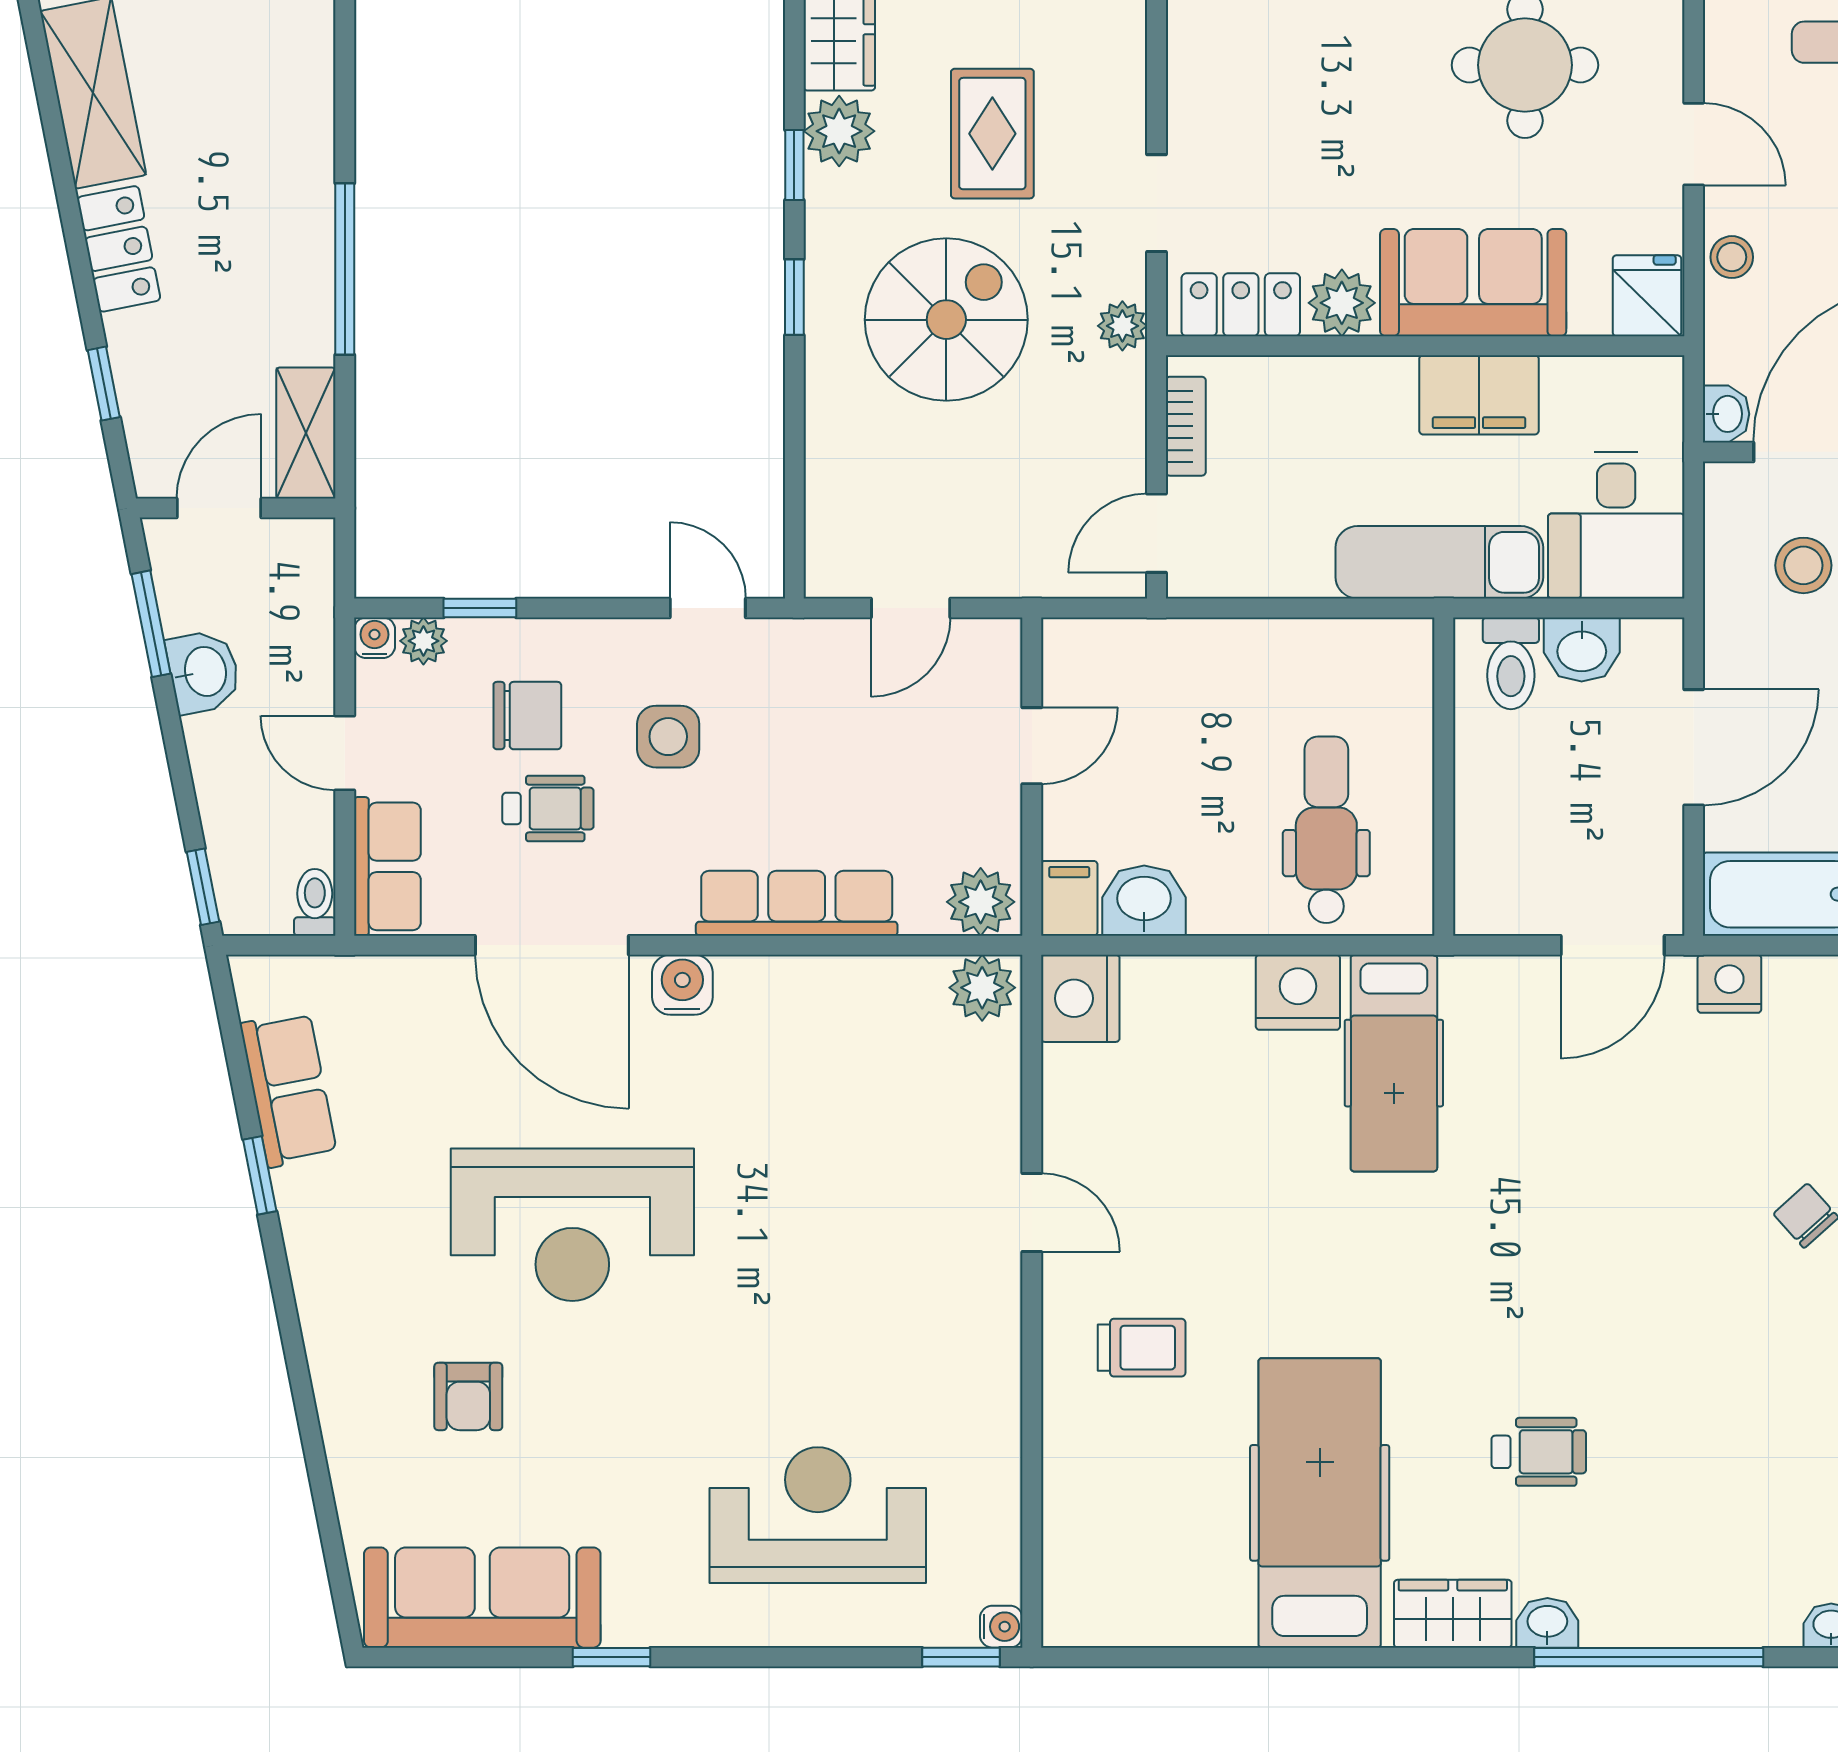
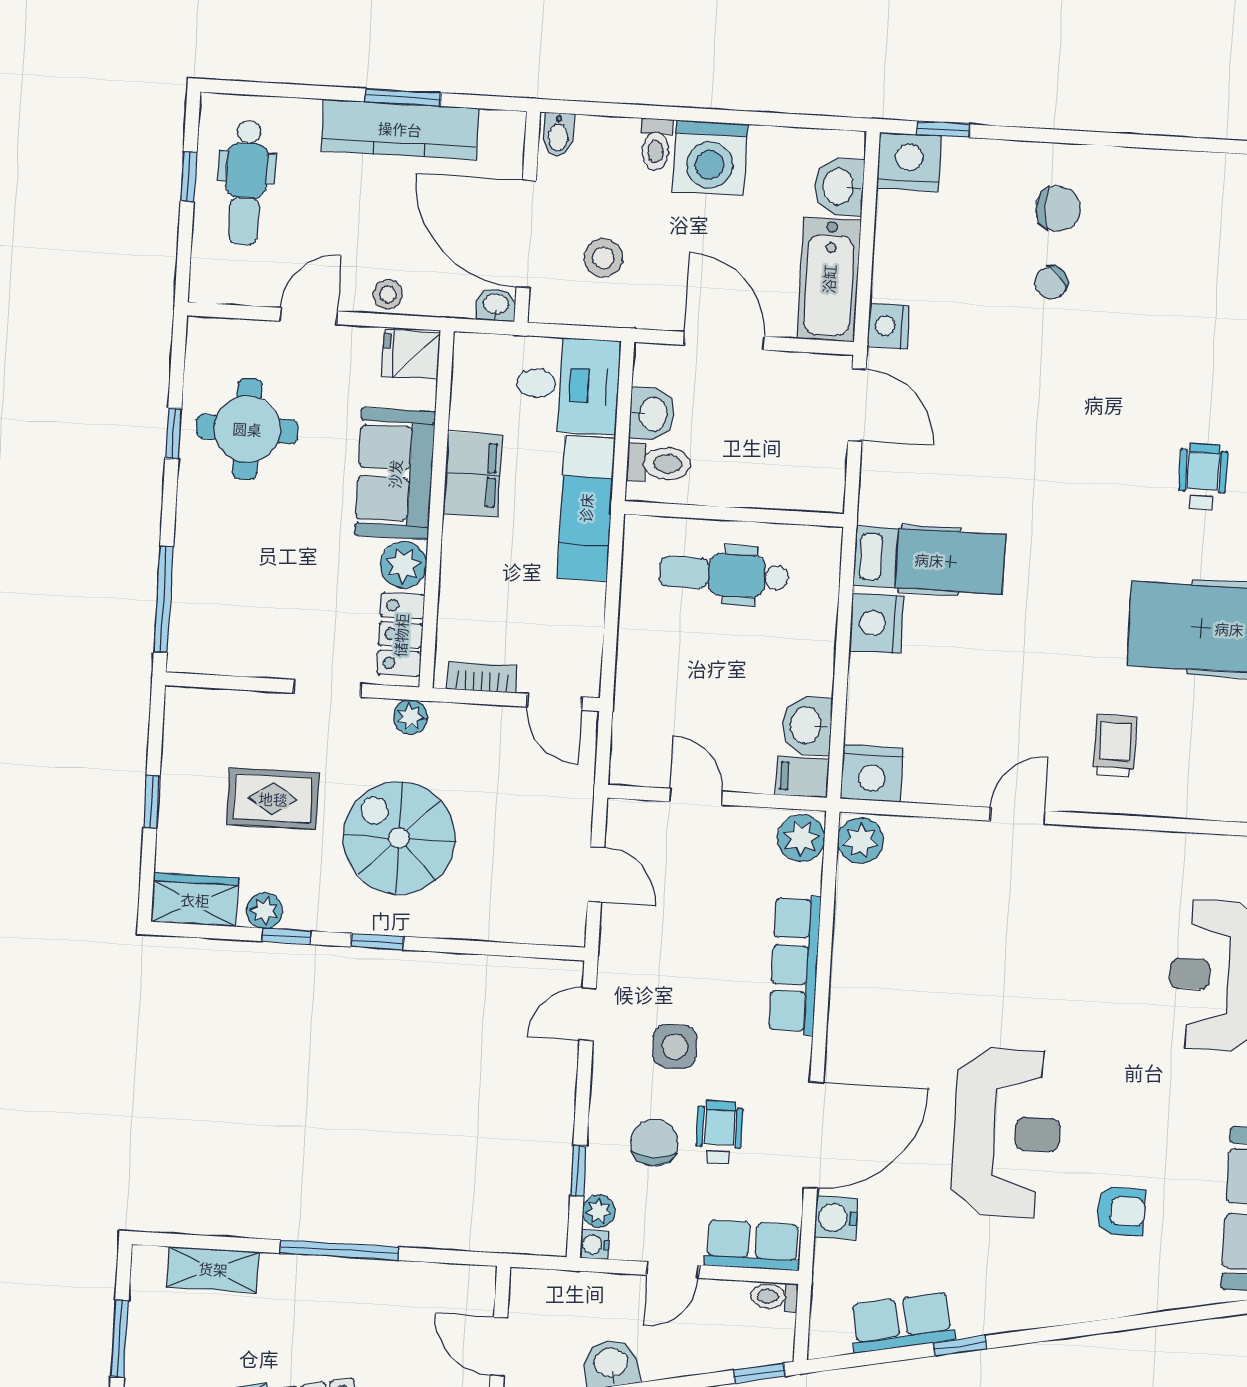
plant: (839, 131) -> (264, 911), width x0.73, depth x0.73
shelving: (306, 433) -> (213, 1269), moved
dental chair: (1326, 830) -> (724, 575), moved
water cooler: (682, 985) -> (836, 1218), moved

